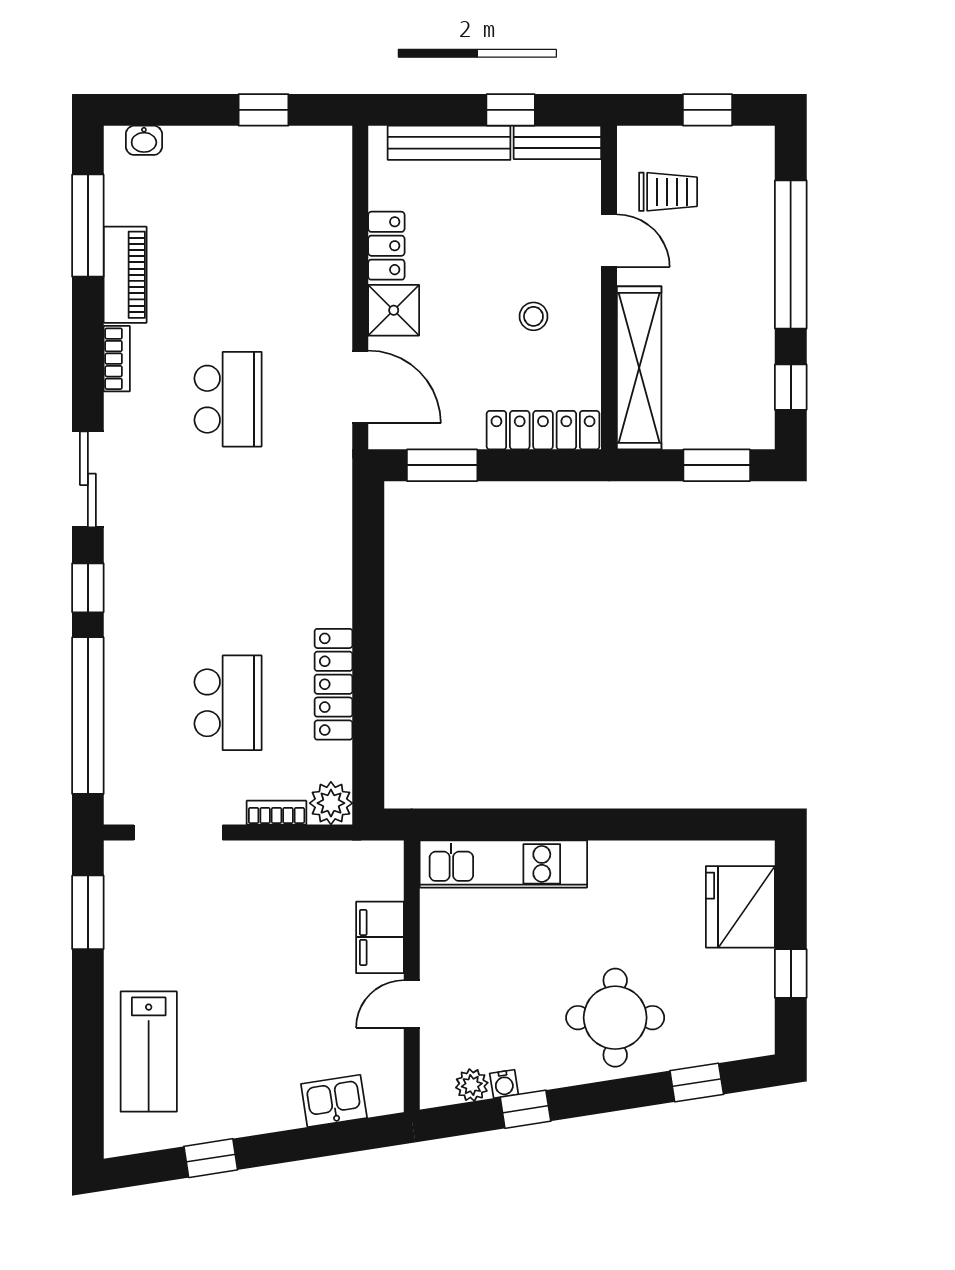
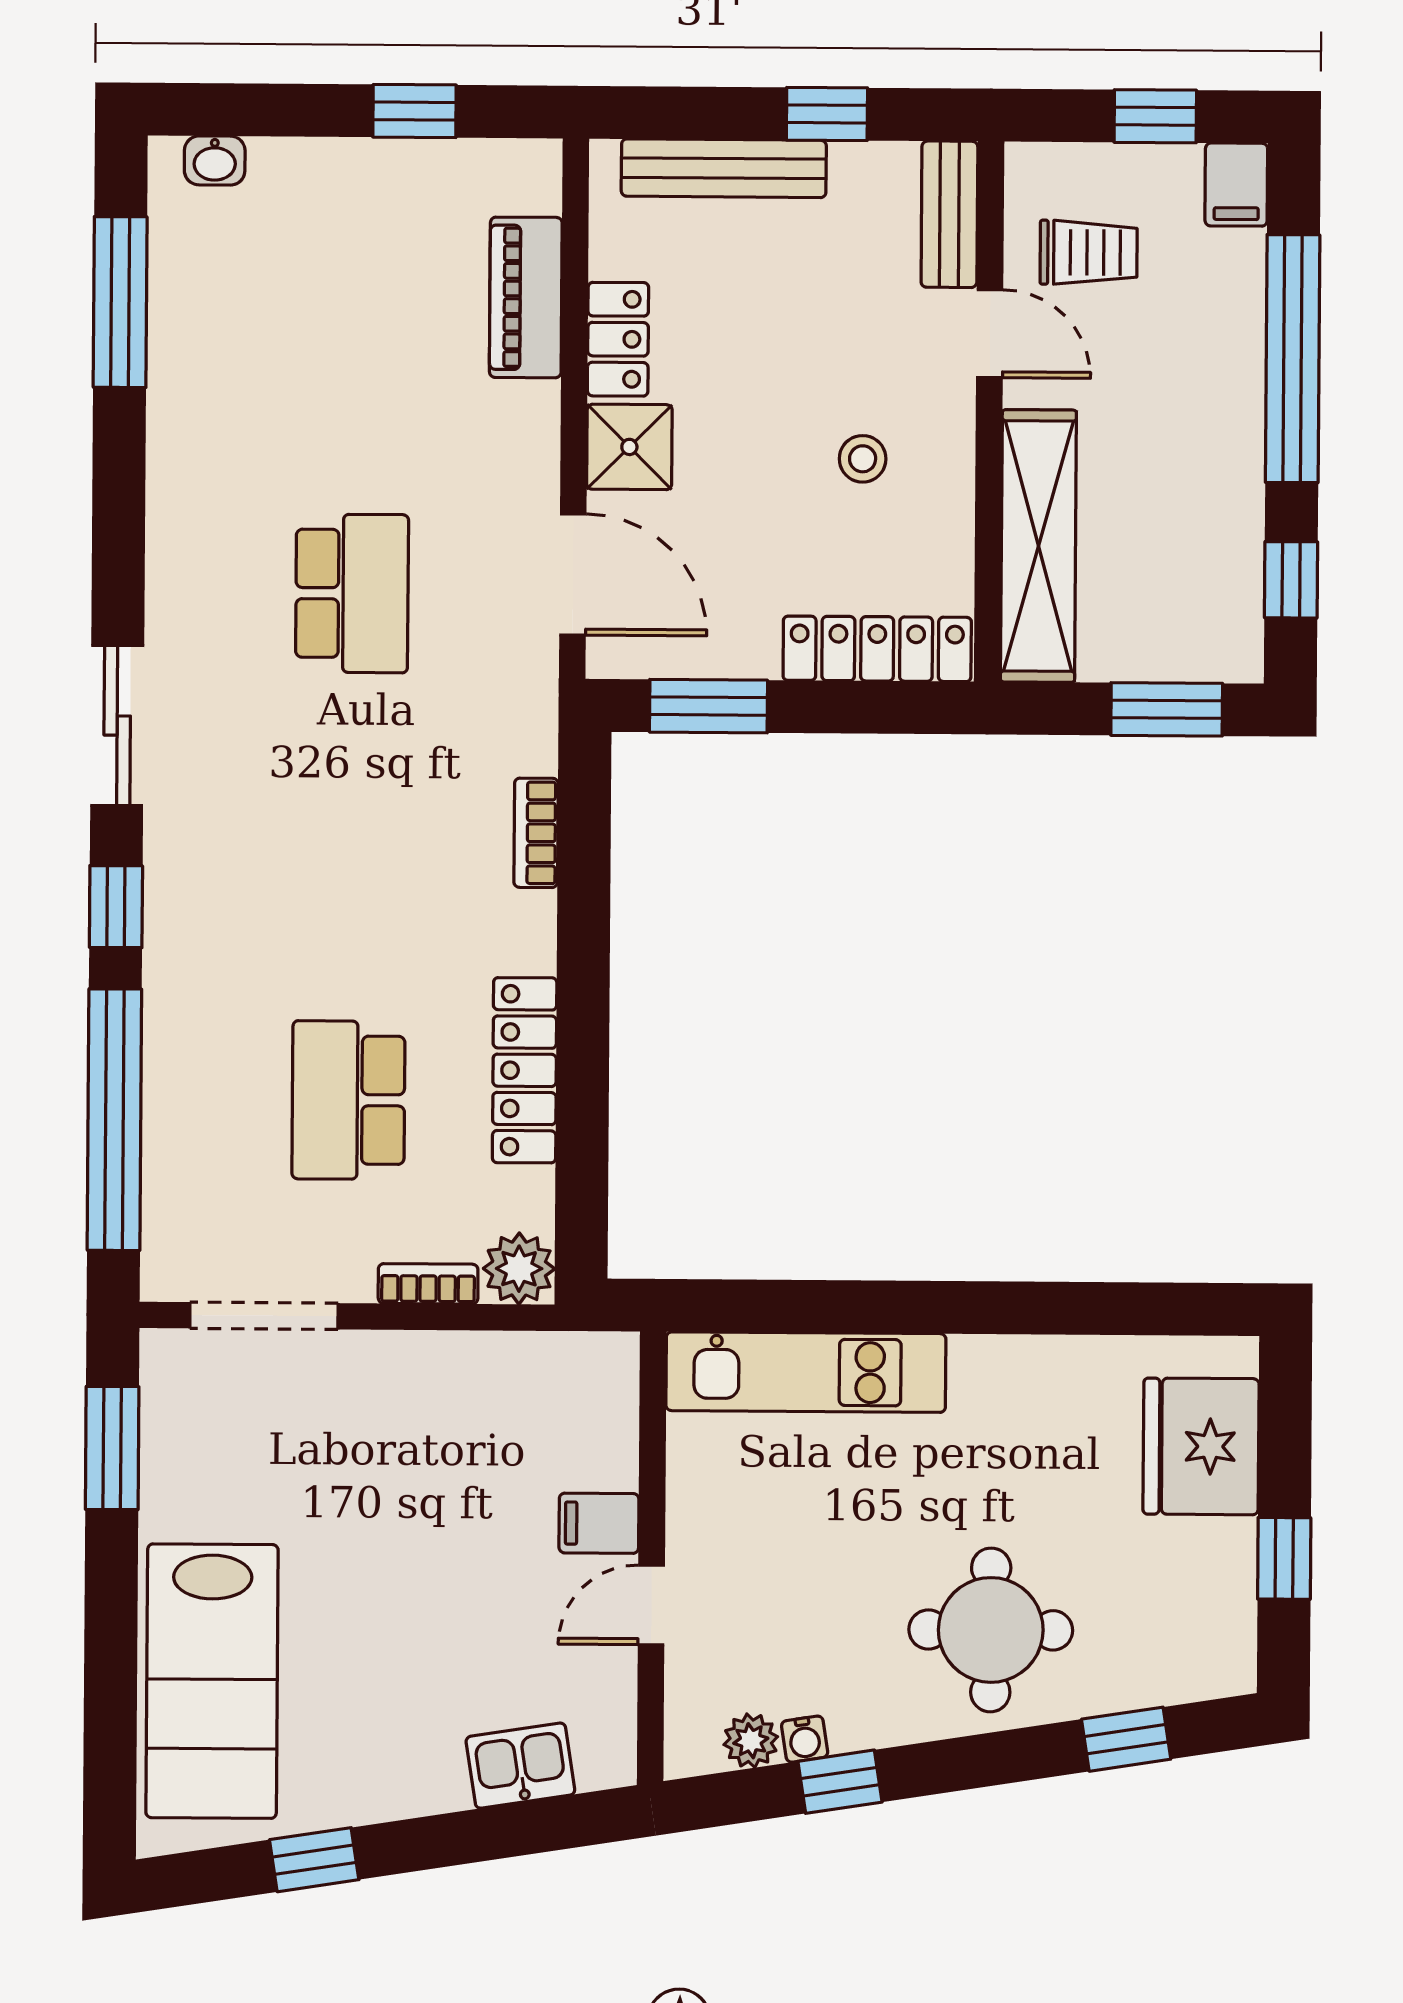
bench: (557, 142) -> (949, 214), moved, turned 90
filing cabinet: (756, 150) -> (1236, 185), added
piano: (125, 275) -> (526, 297), moved, turned 180
bookcase: (117, 359) -> (536, 833), moved, turned 180
school desk: (228, 703) -> (348, 1100), turned 180
filing cabinet: (380, 937) -> (599, 1523), width x0.50
lab bench: (149, 1052) -> (212, 1681), width x1.36, depth x1.39

